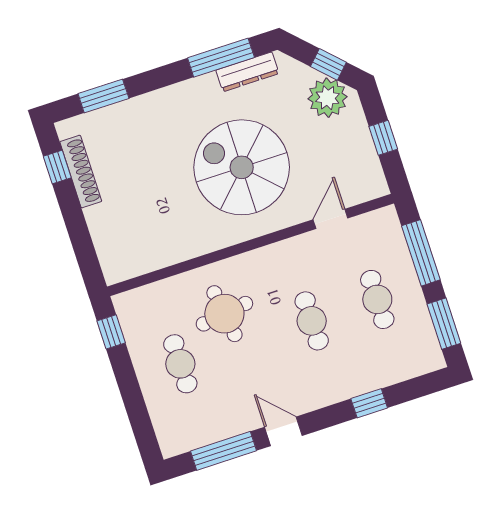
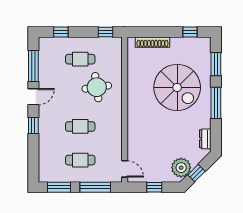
window: (221, 58) -> (216, 103), moved
dresser: (247, 72) -> (205, 139), width x0.70
spiral stairs: (242, 167) -> (177, 87), moved, turned 90
shoe rack: (81, 172) -> (152, 42), moved
door: (330, 219) -> (125, 169), moved
window: (369, 403) -> (33, 125), moved
window: (140, 419) -> (61, 32), added

